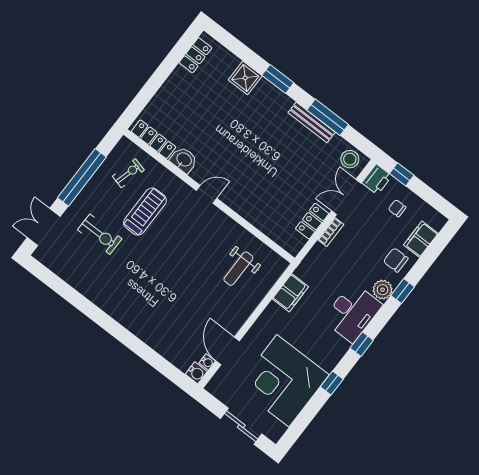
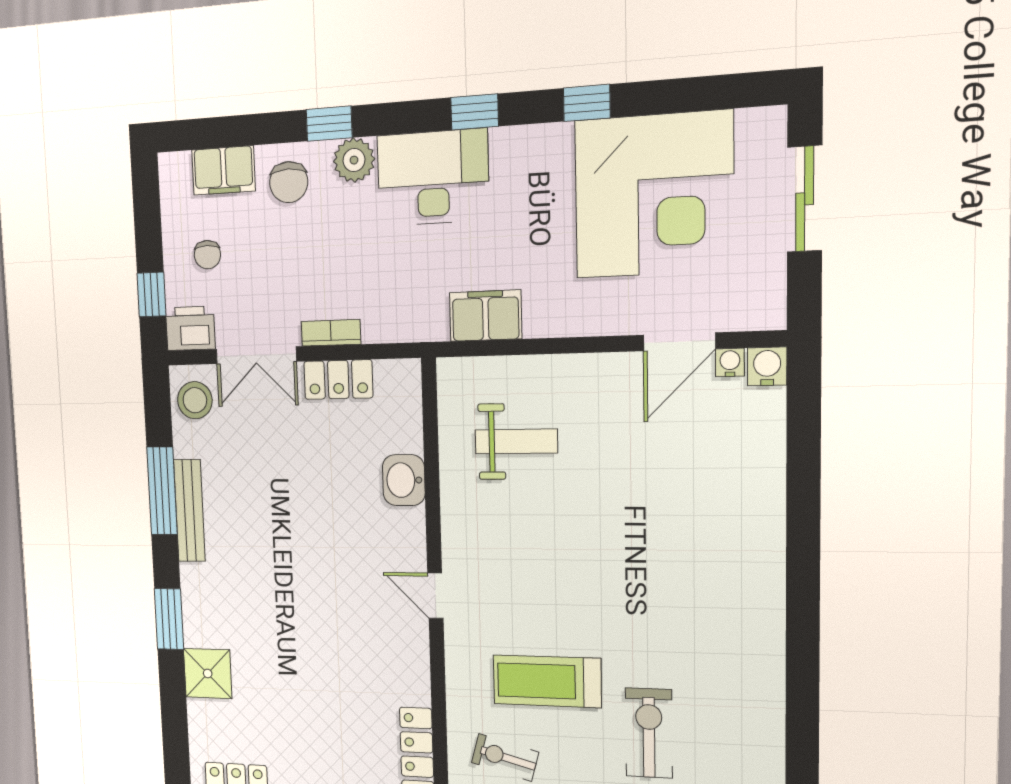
washbasin: (184, 160) -> (404, 480), moved

